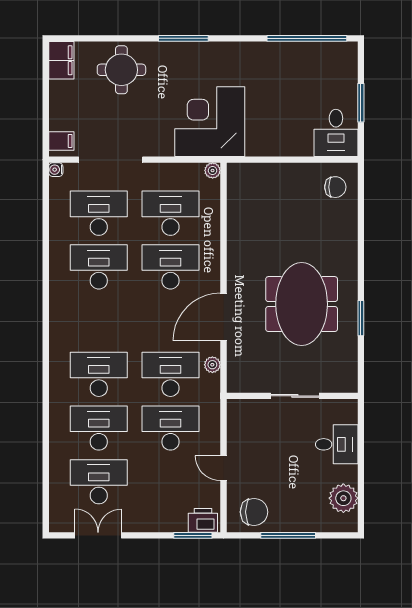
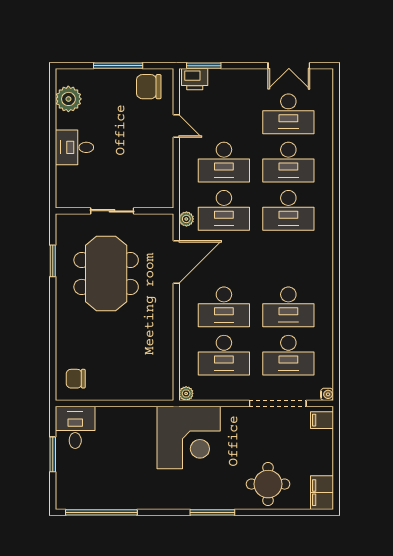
wall: (292, 396) -> (114, 211), moved
sliding door: (295, 396) -> (112, 211), moved

